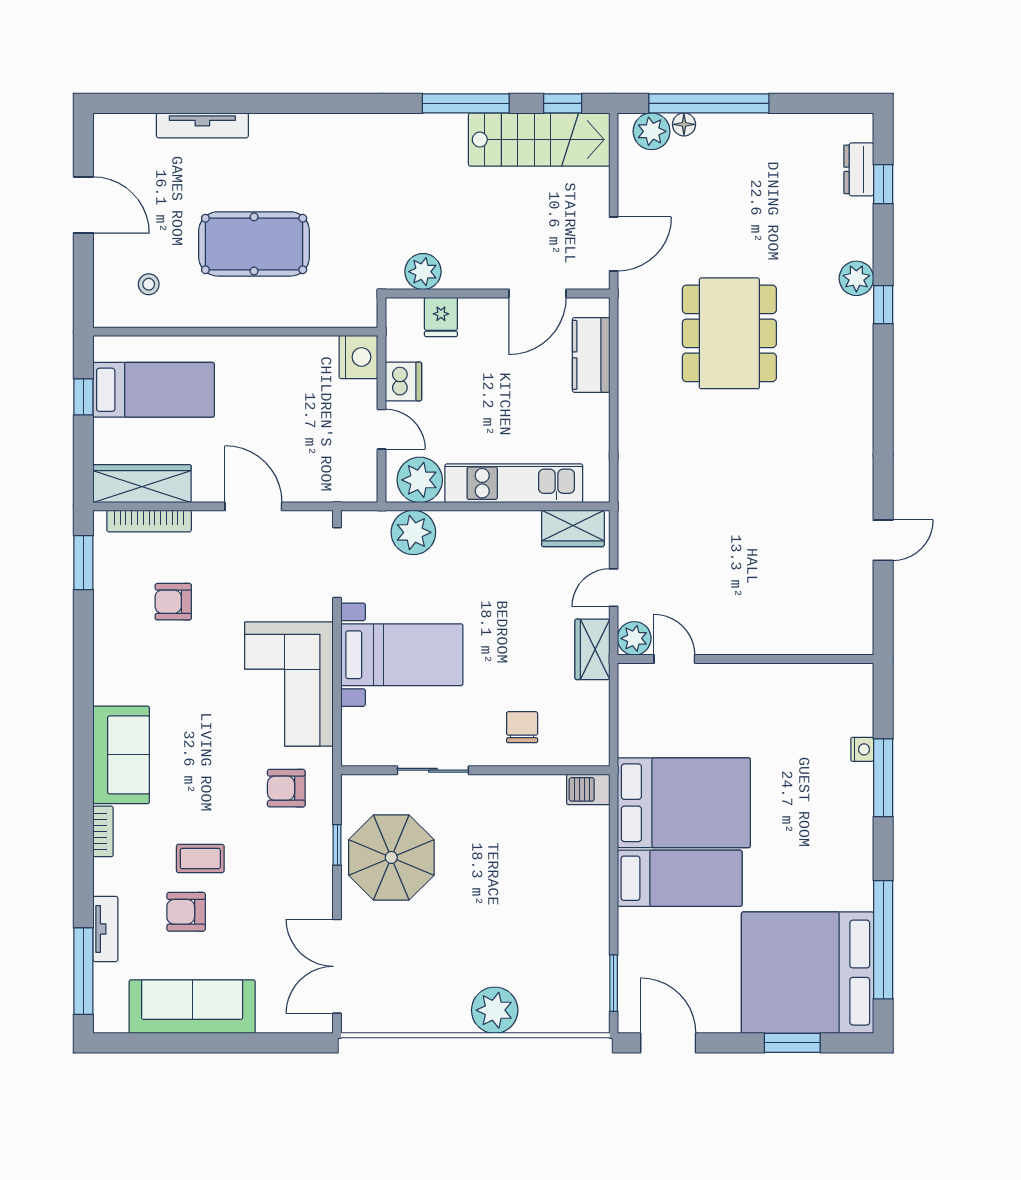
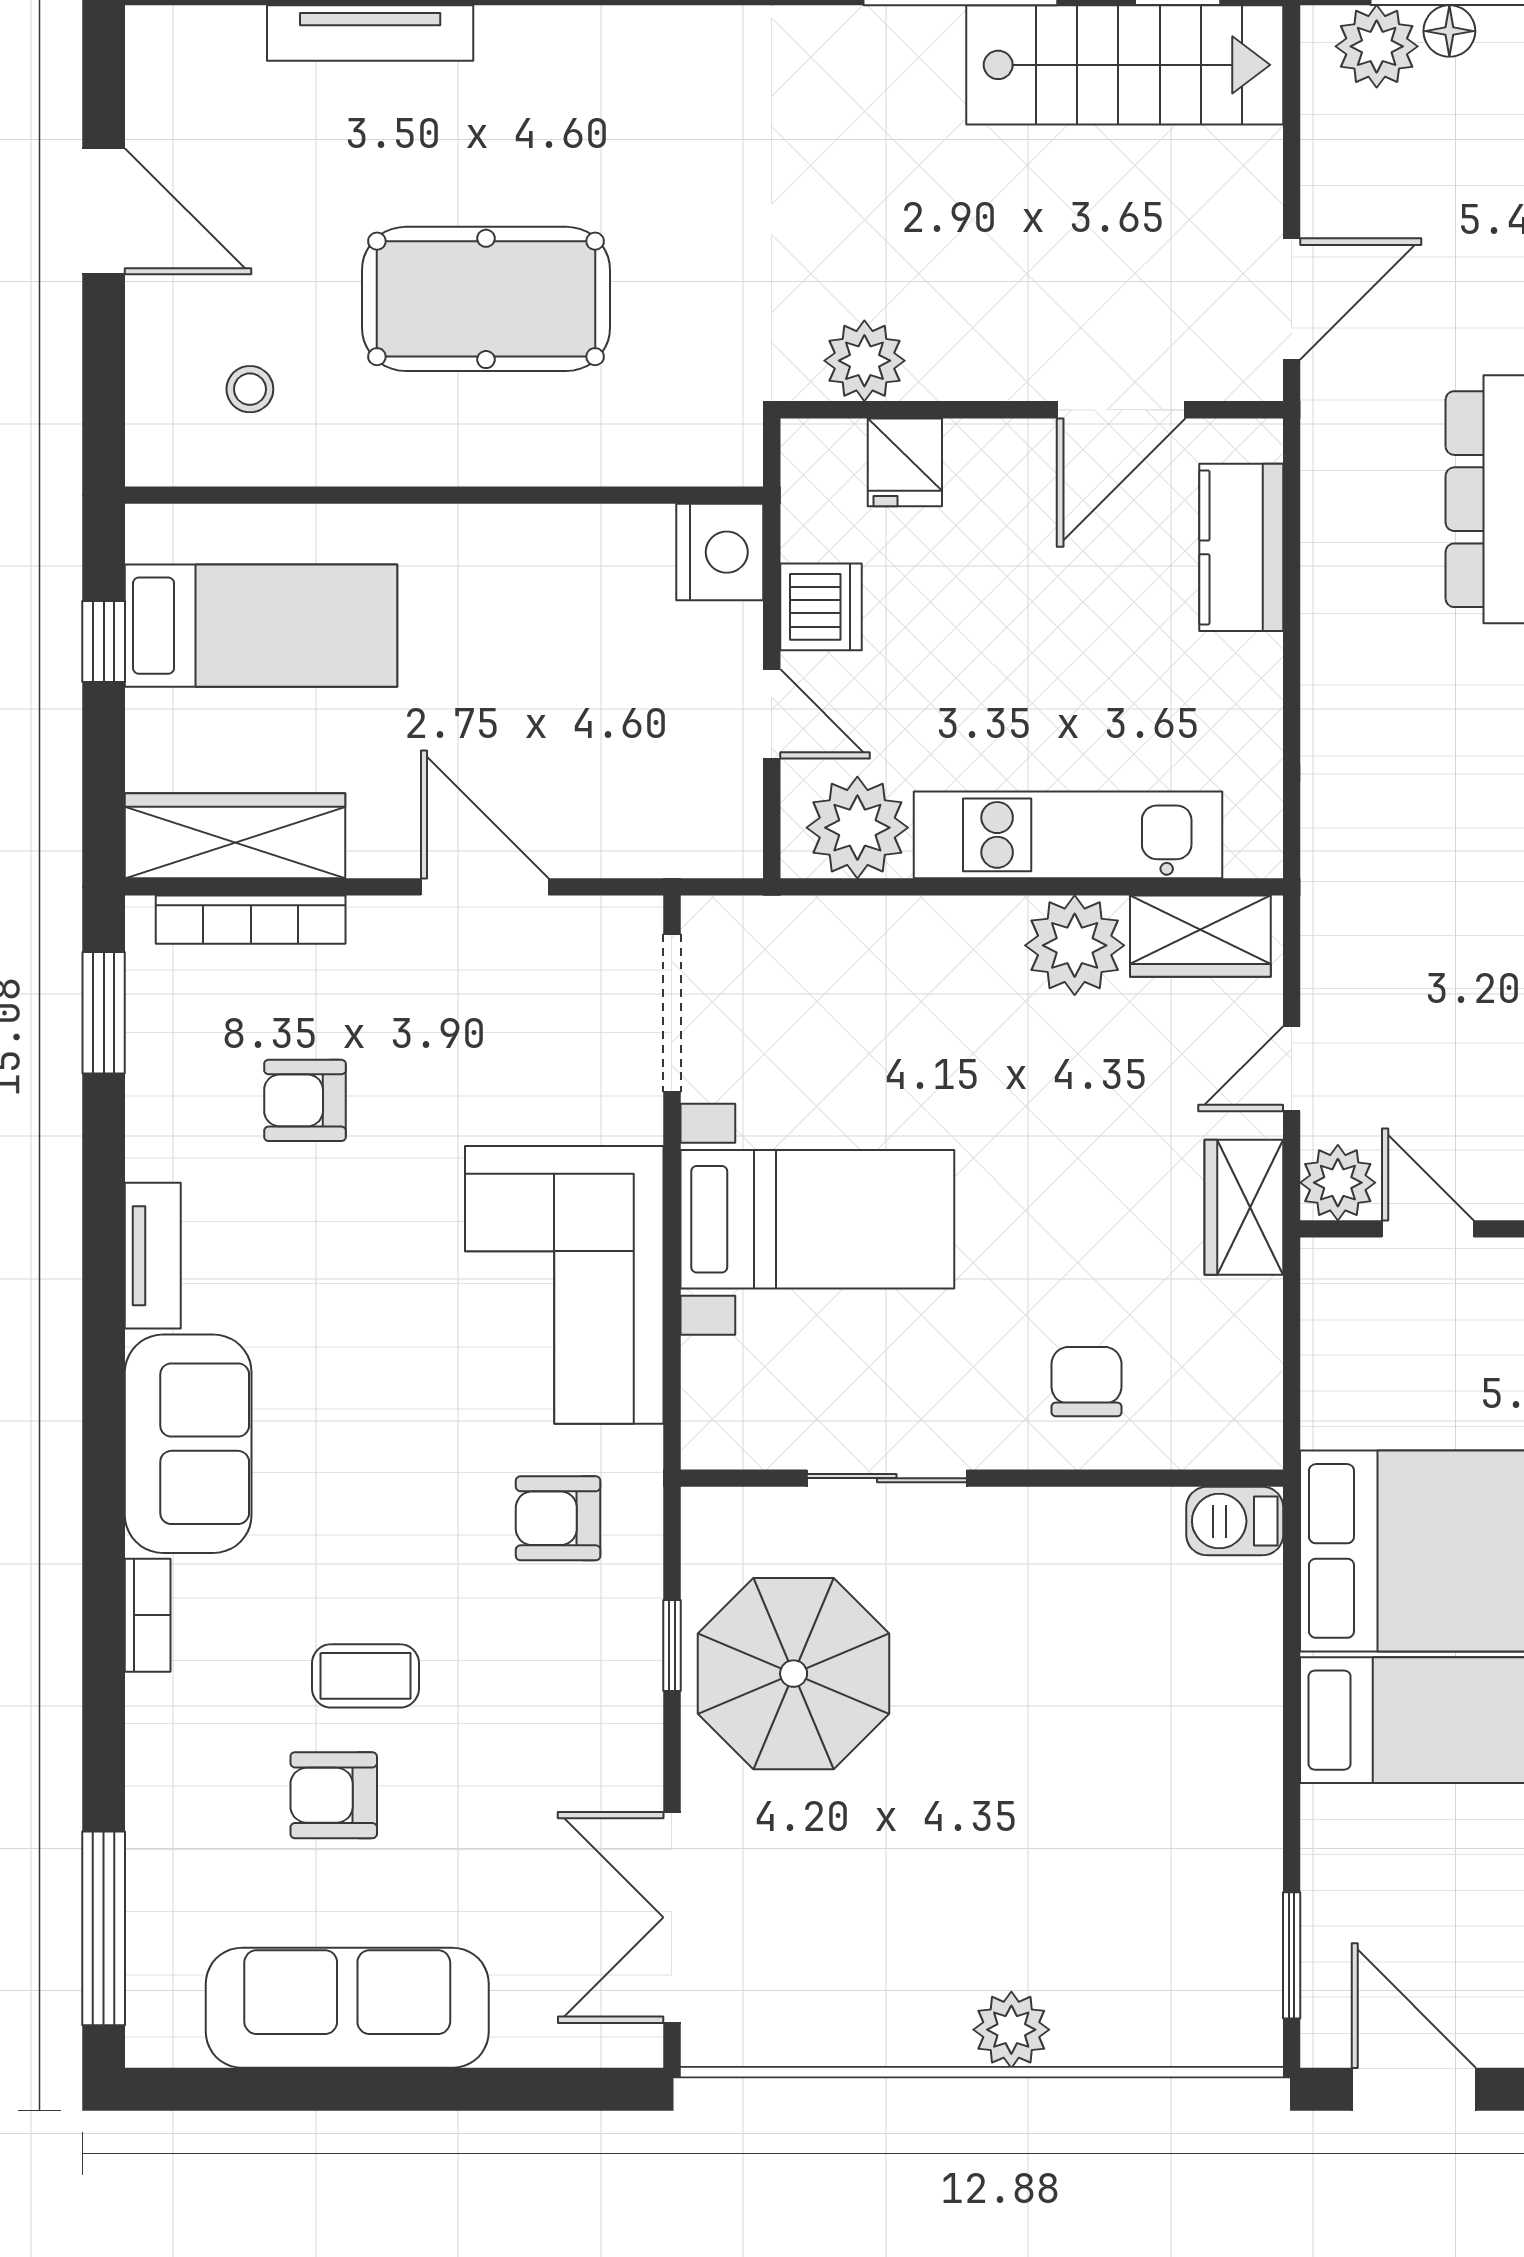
plant: (413, 532) -> (1075, 945), moved
tv unit: (105, 929) -> (153, 1256), moved
plant: (495, 1010) -> (1011, 2030), width x0.73, depth x0.73

